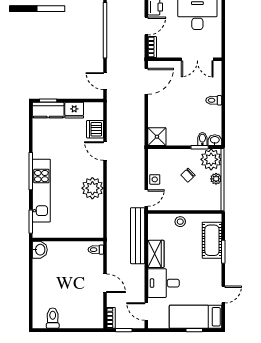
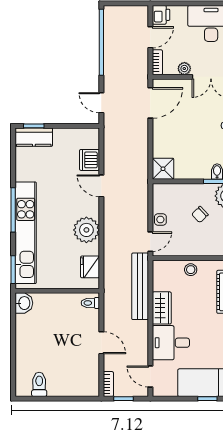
plant: (175, 52) -> (184, 69), added
fridge: (74, 110) -> (90, 267), moved, turned 90
kitchen unit: (41, 191) -> (26, 233), width x1.36

